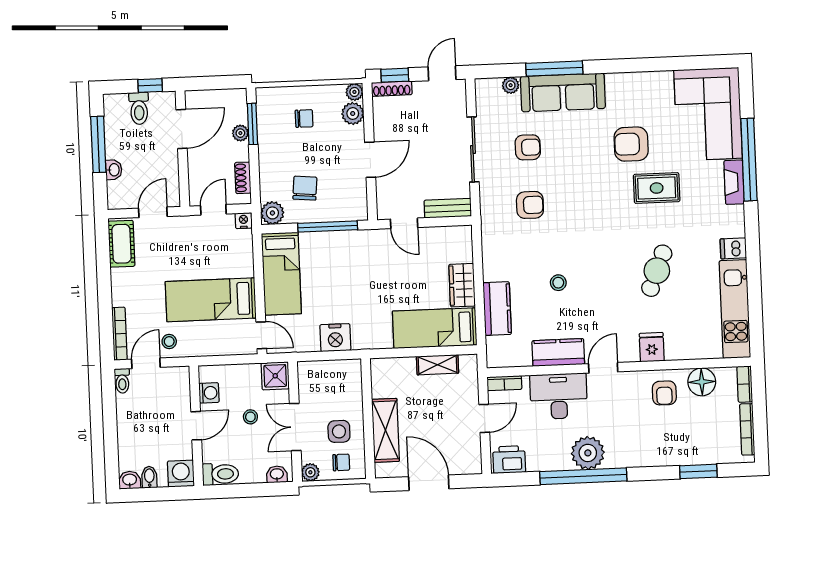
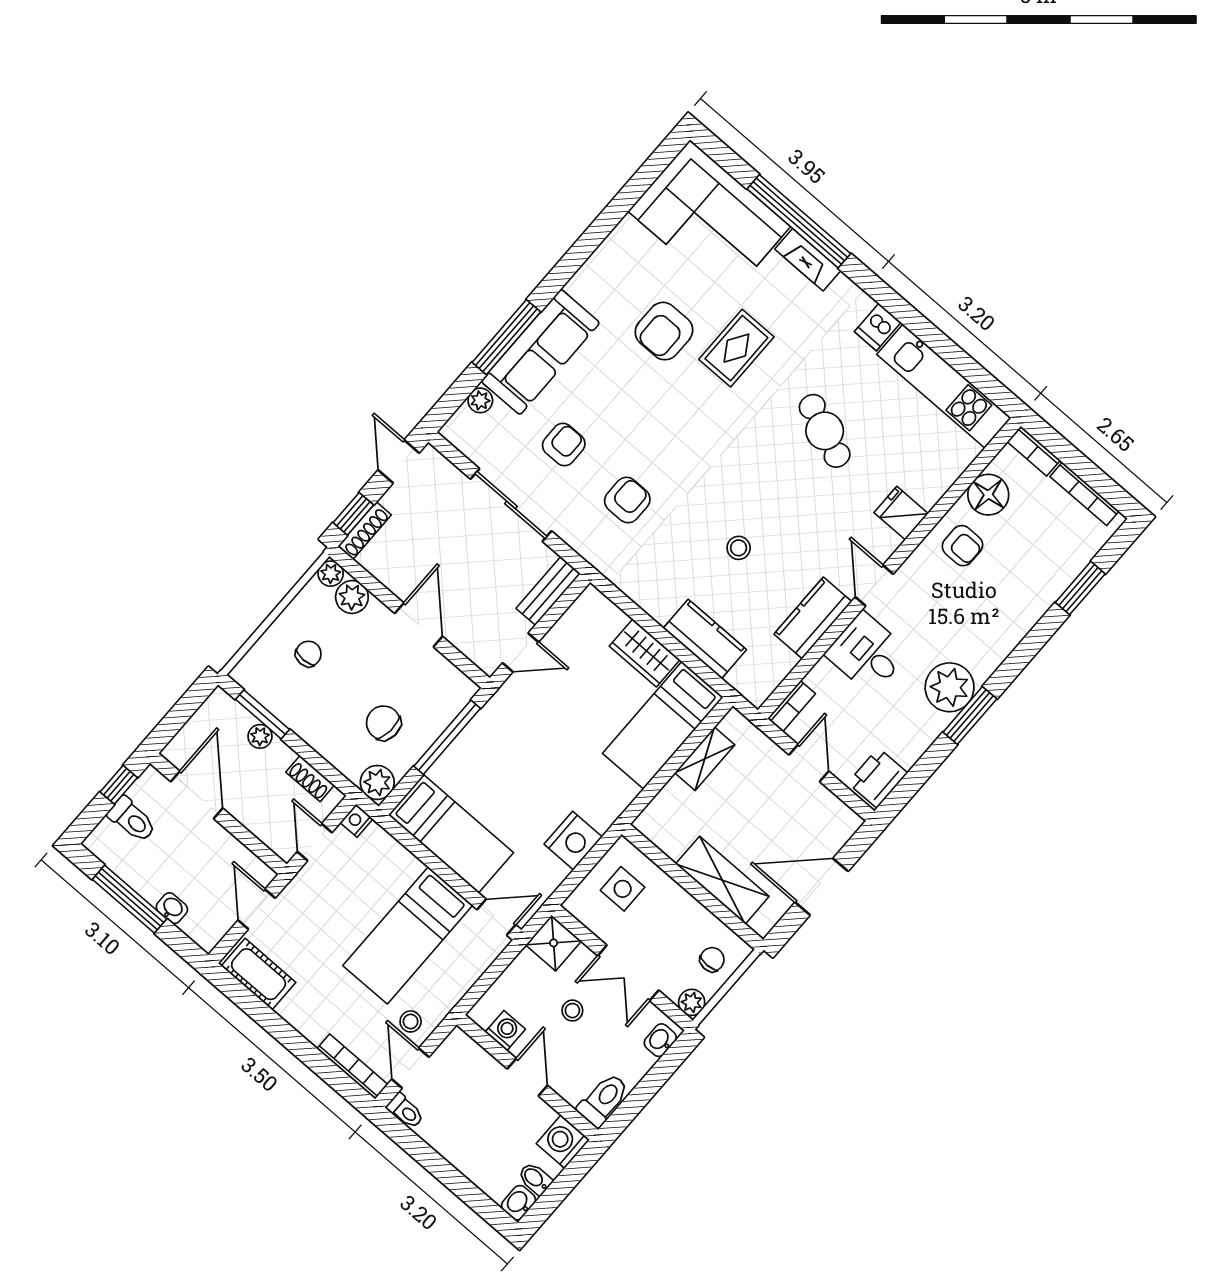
desk: (559, 396) -> (867, 653), width x0.73
side table: (339, 431) -> (623, 889), moved
window: (583, 476) -> (970, 715), width x0.47

